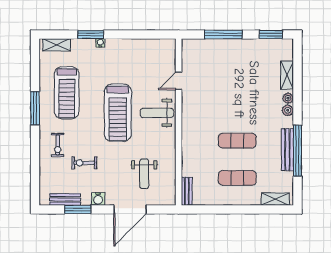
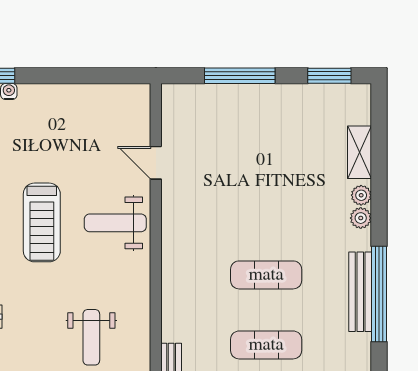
door: (179, 81) -> (156, 163), hinge flipped
treadmill: (118, 113) -> (42, 222), width x0.73, depth x0.73

